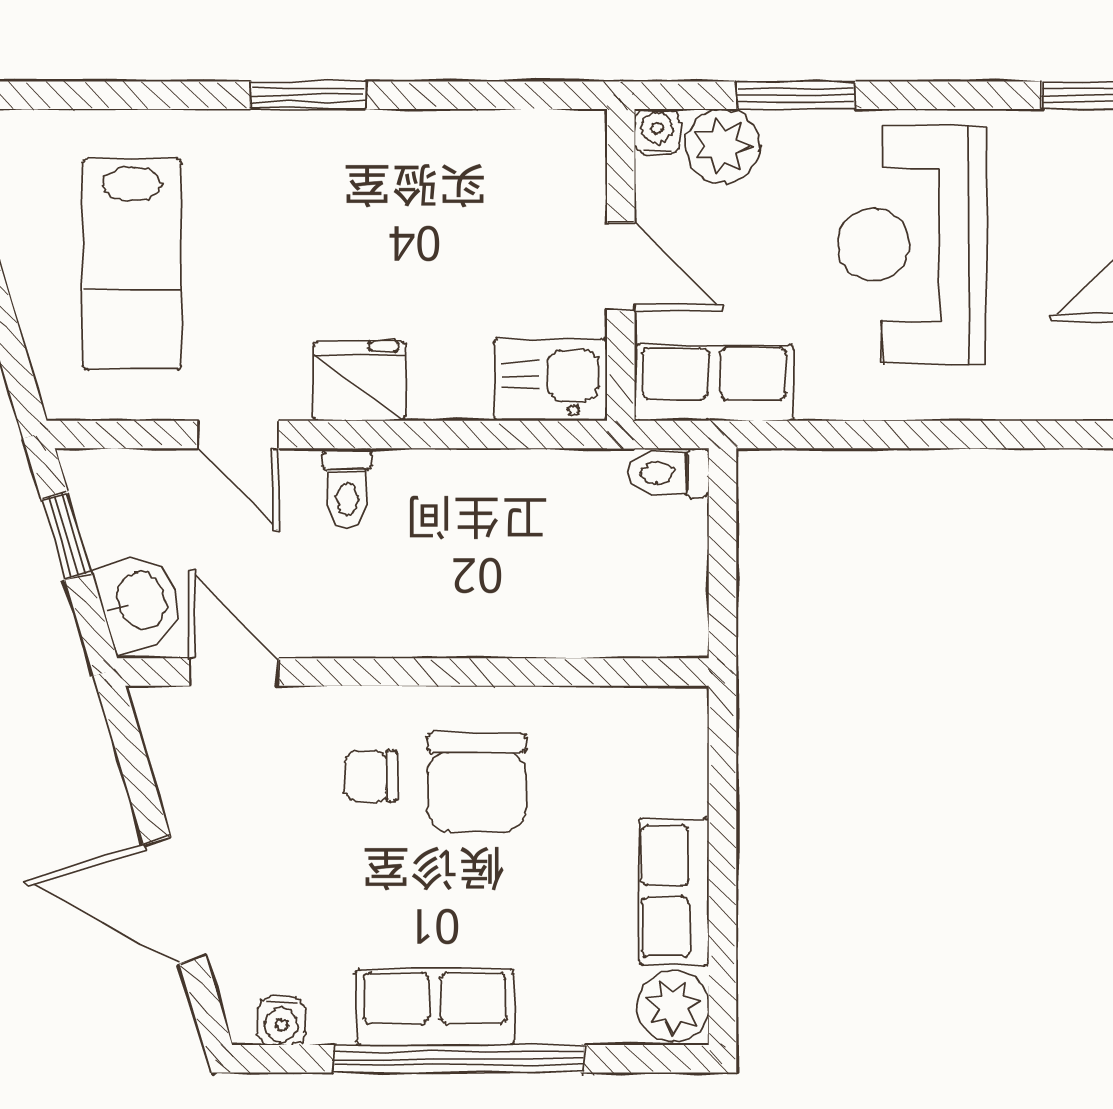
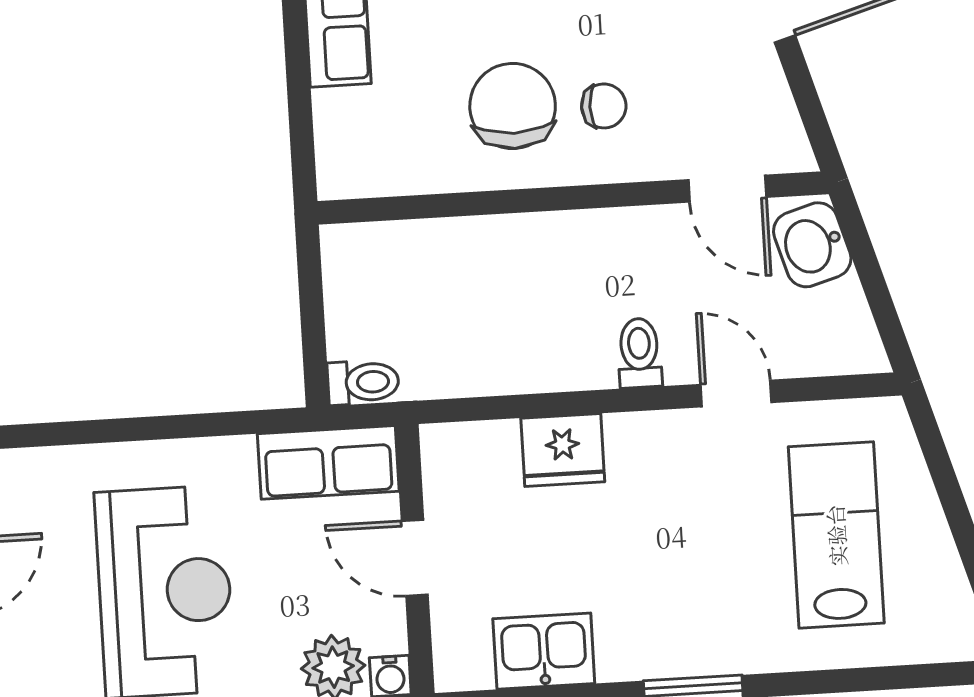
kitchen sink: (550, 380) -> (544, 651), moved, turned 180
fridge: (359, 381) -> (563, 450), moved
window: (66, 536) -> (879, 297), removed

